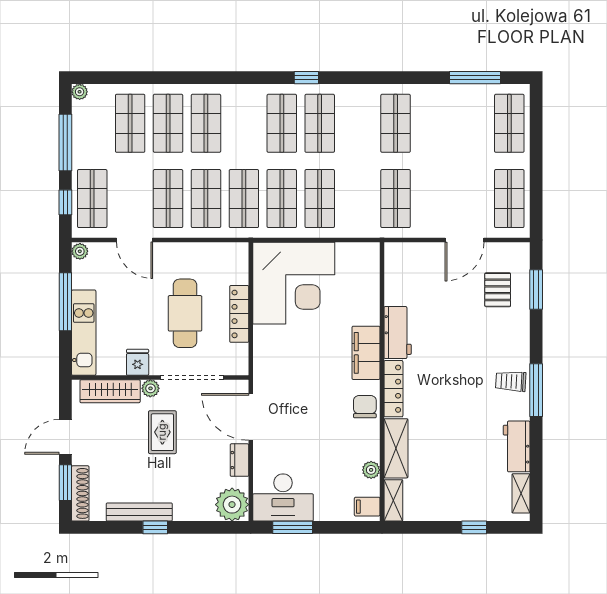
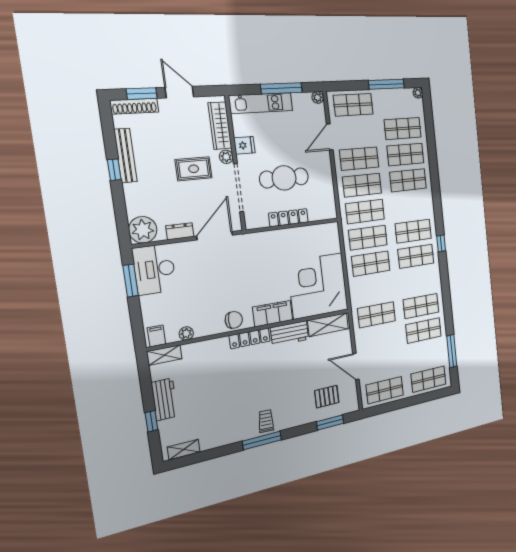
shop shelf: (433, 123) -> (424, 330), added
window: (65, 202) -> (349, 86), removed
corner desk: (294, 283) -> (318, 286), moved, turned 90
workbench: (517, 446) -> (165, 399), moved, turned 90
shelving: (396, 448) -> (328, 325), moved

